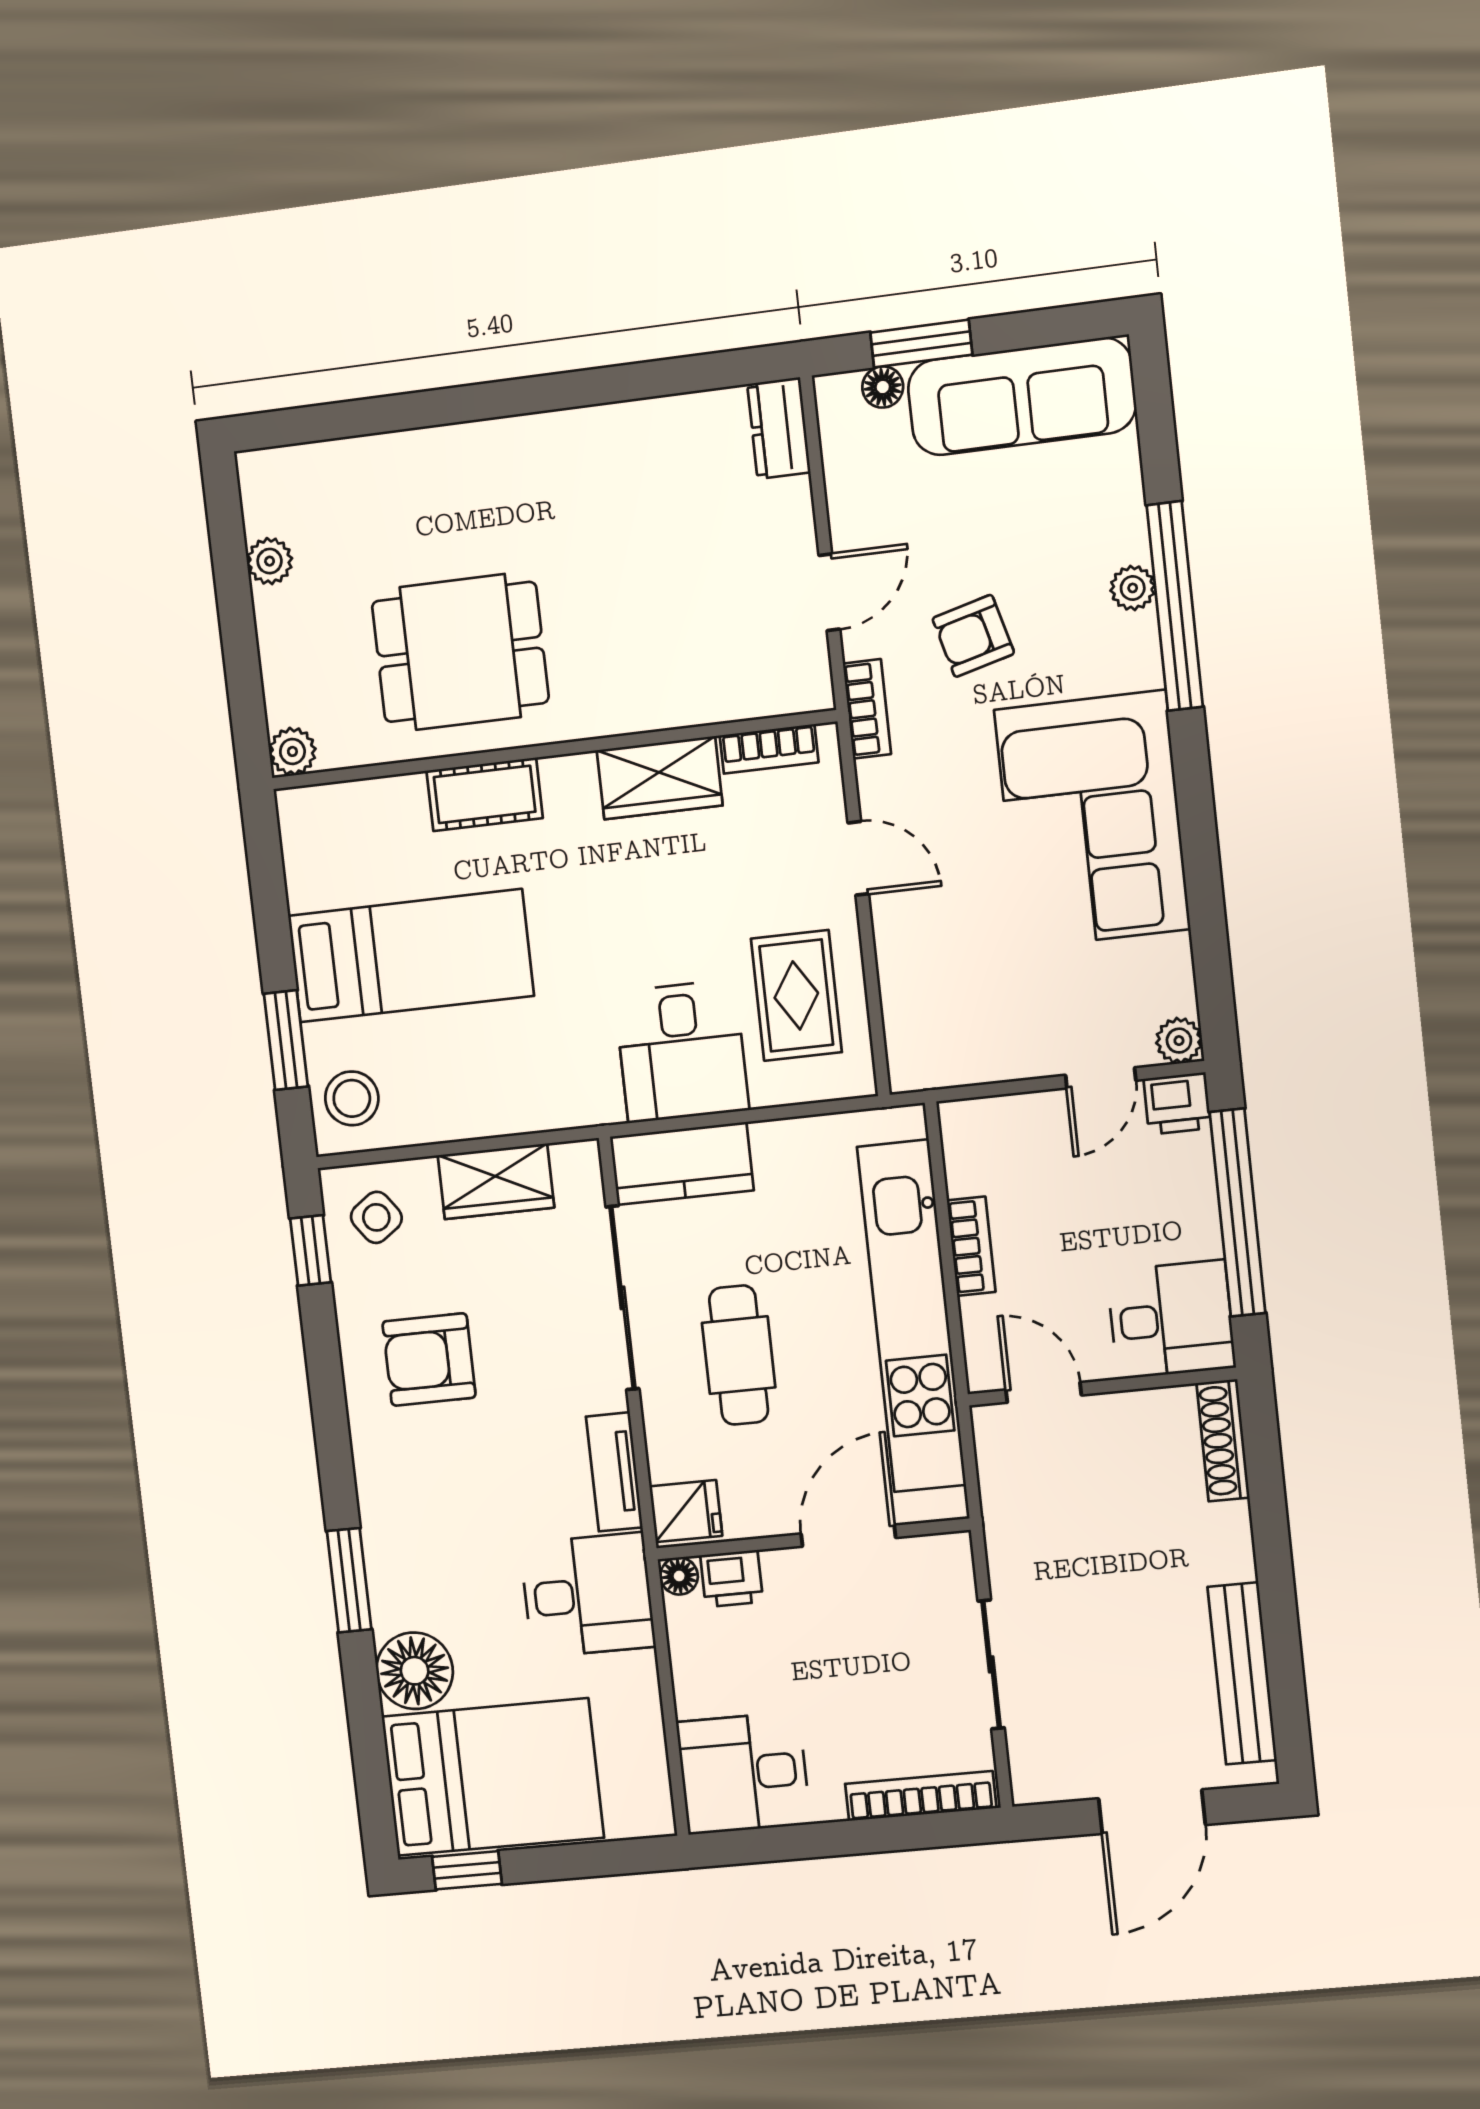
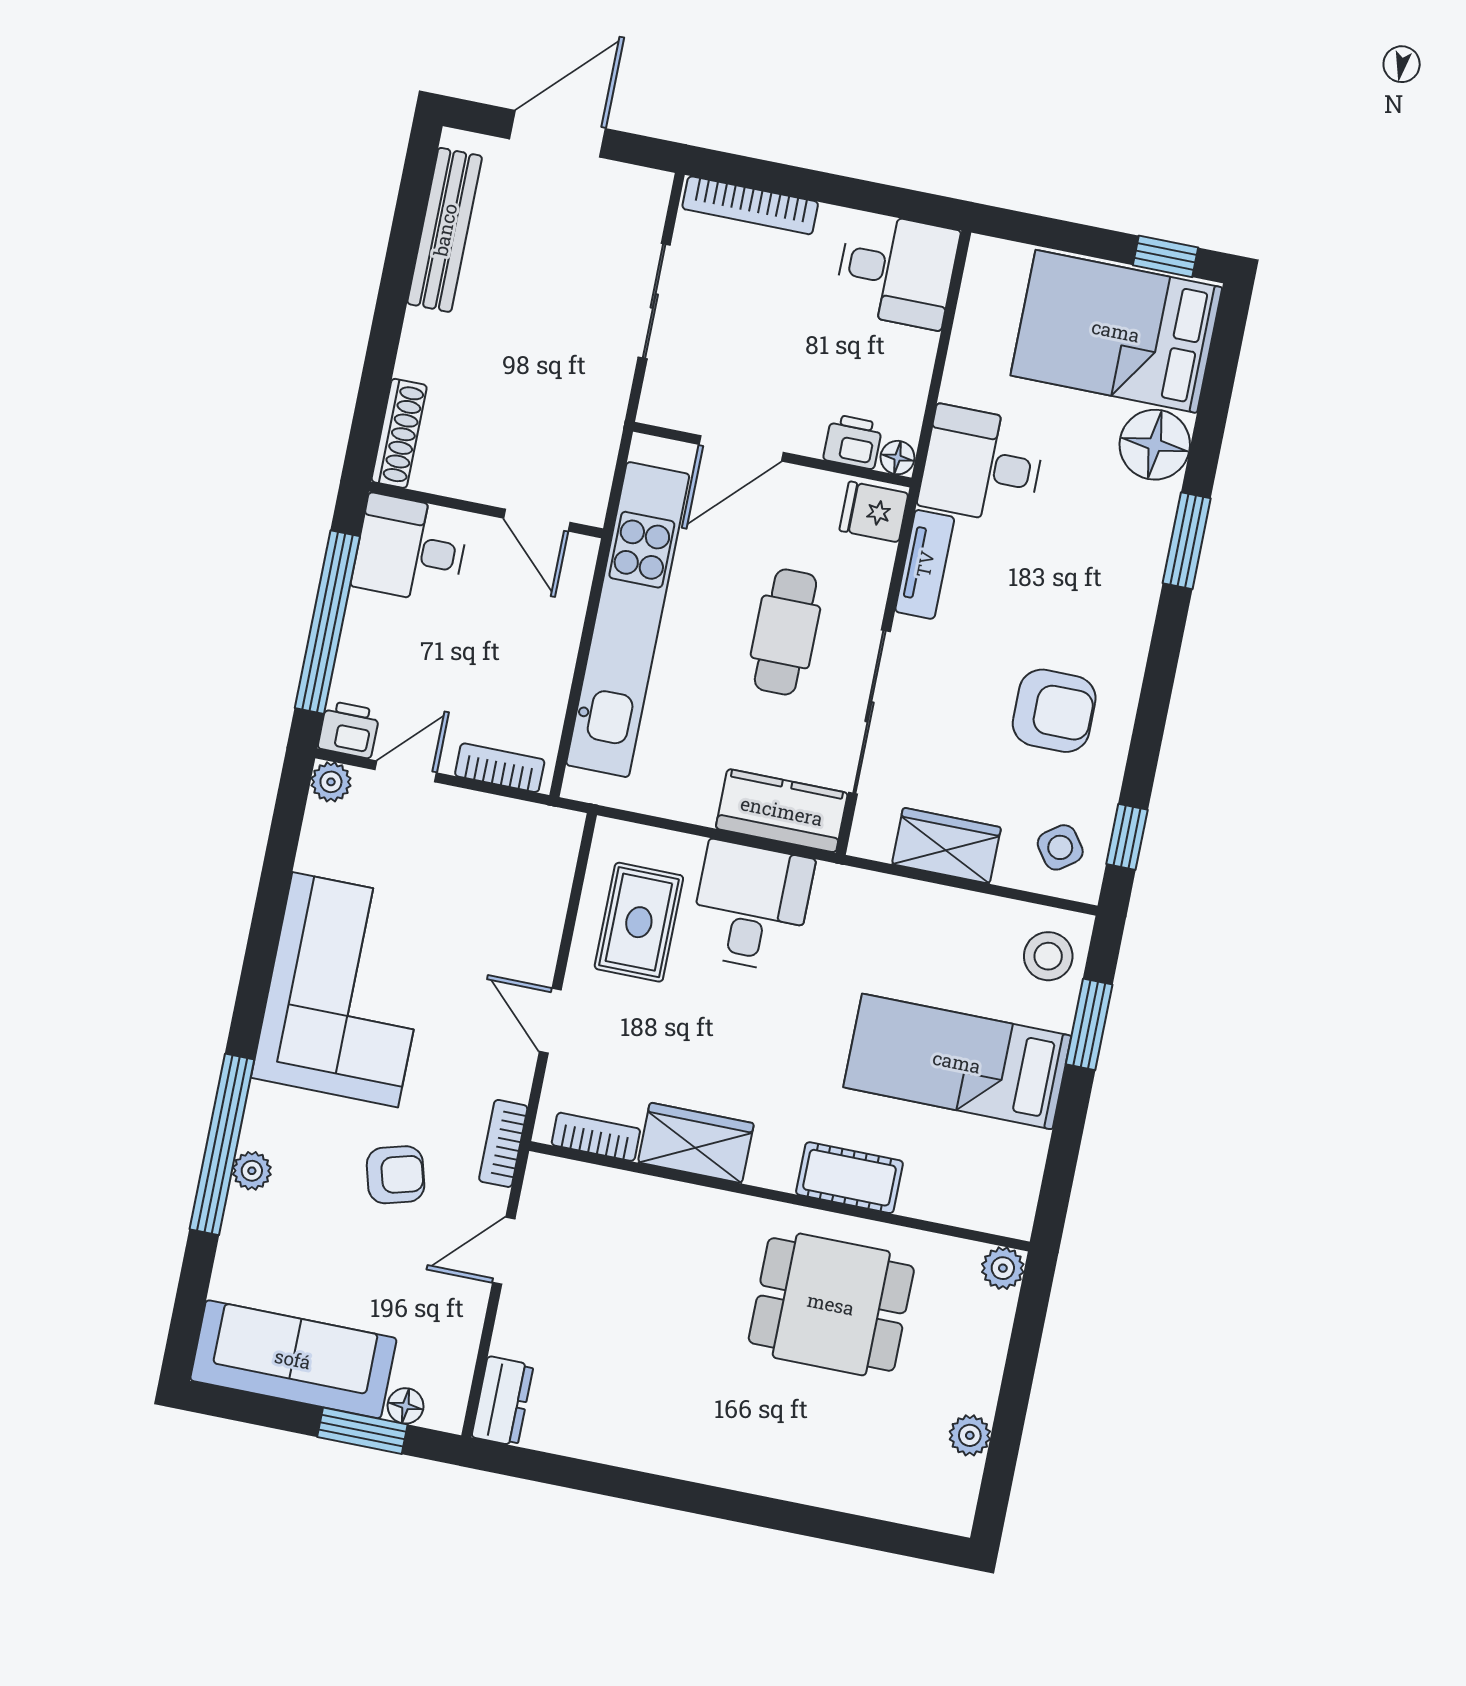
bookcase: (971, 1246) -> (500, 768), moved, turned 90

